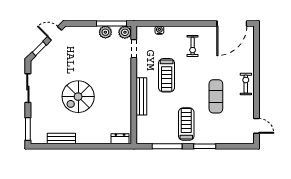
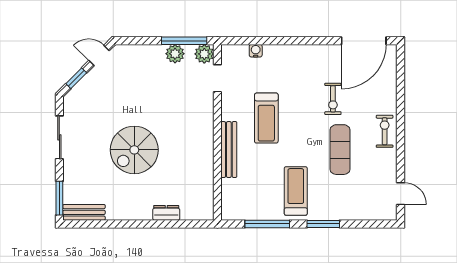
exercise bike: (193, 46) -> (333, 99), moved
bench: (61, 138) -> (84, 212), moved
dresser: (120, 139) -> (166, 213), moved

